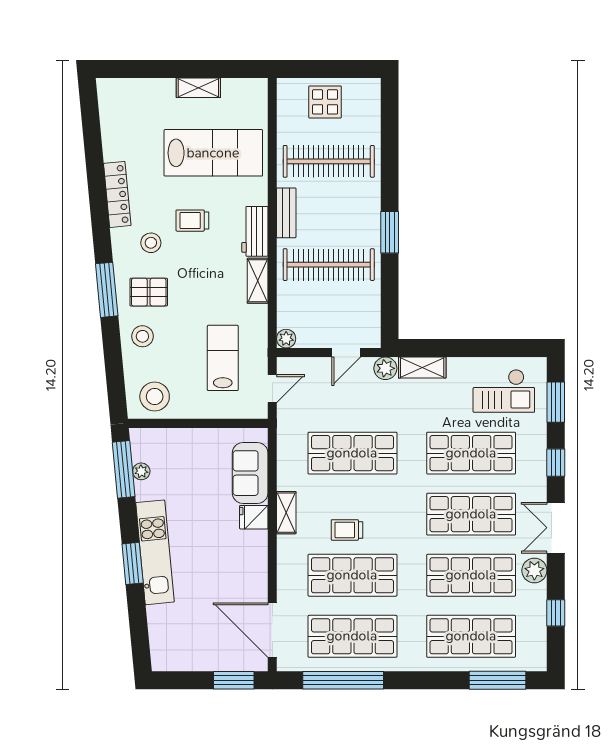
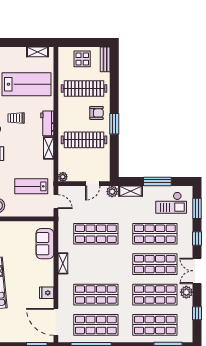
shelving: (198, 88) -> (38, 52), moved
armchair: (354, 210) -> (96, 113), added
bench: (286, 213) -> (105, 59), moved
window: (476, 348) -> (157, 181), added
lab bench: (223, 358) -> (31, 186), turned -90
door: (272, 389) -> (56, 202), hinge flipped
fridge: (254, 517) -> (47, 293), moved
trolley: (347, 530) -> (93, 272), removed

